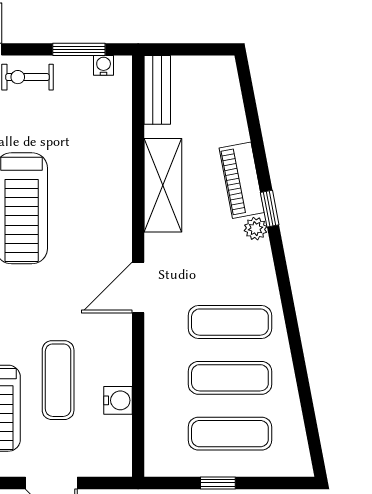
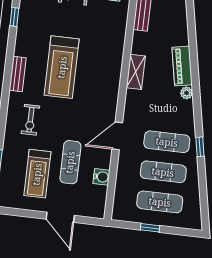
shelving: (163, 185) -> (136, 72), width x0.67, depth x0.75
window: (270, 209) -> (200, 147), moved
door: (138, 287) -> (117, 136), moved

